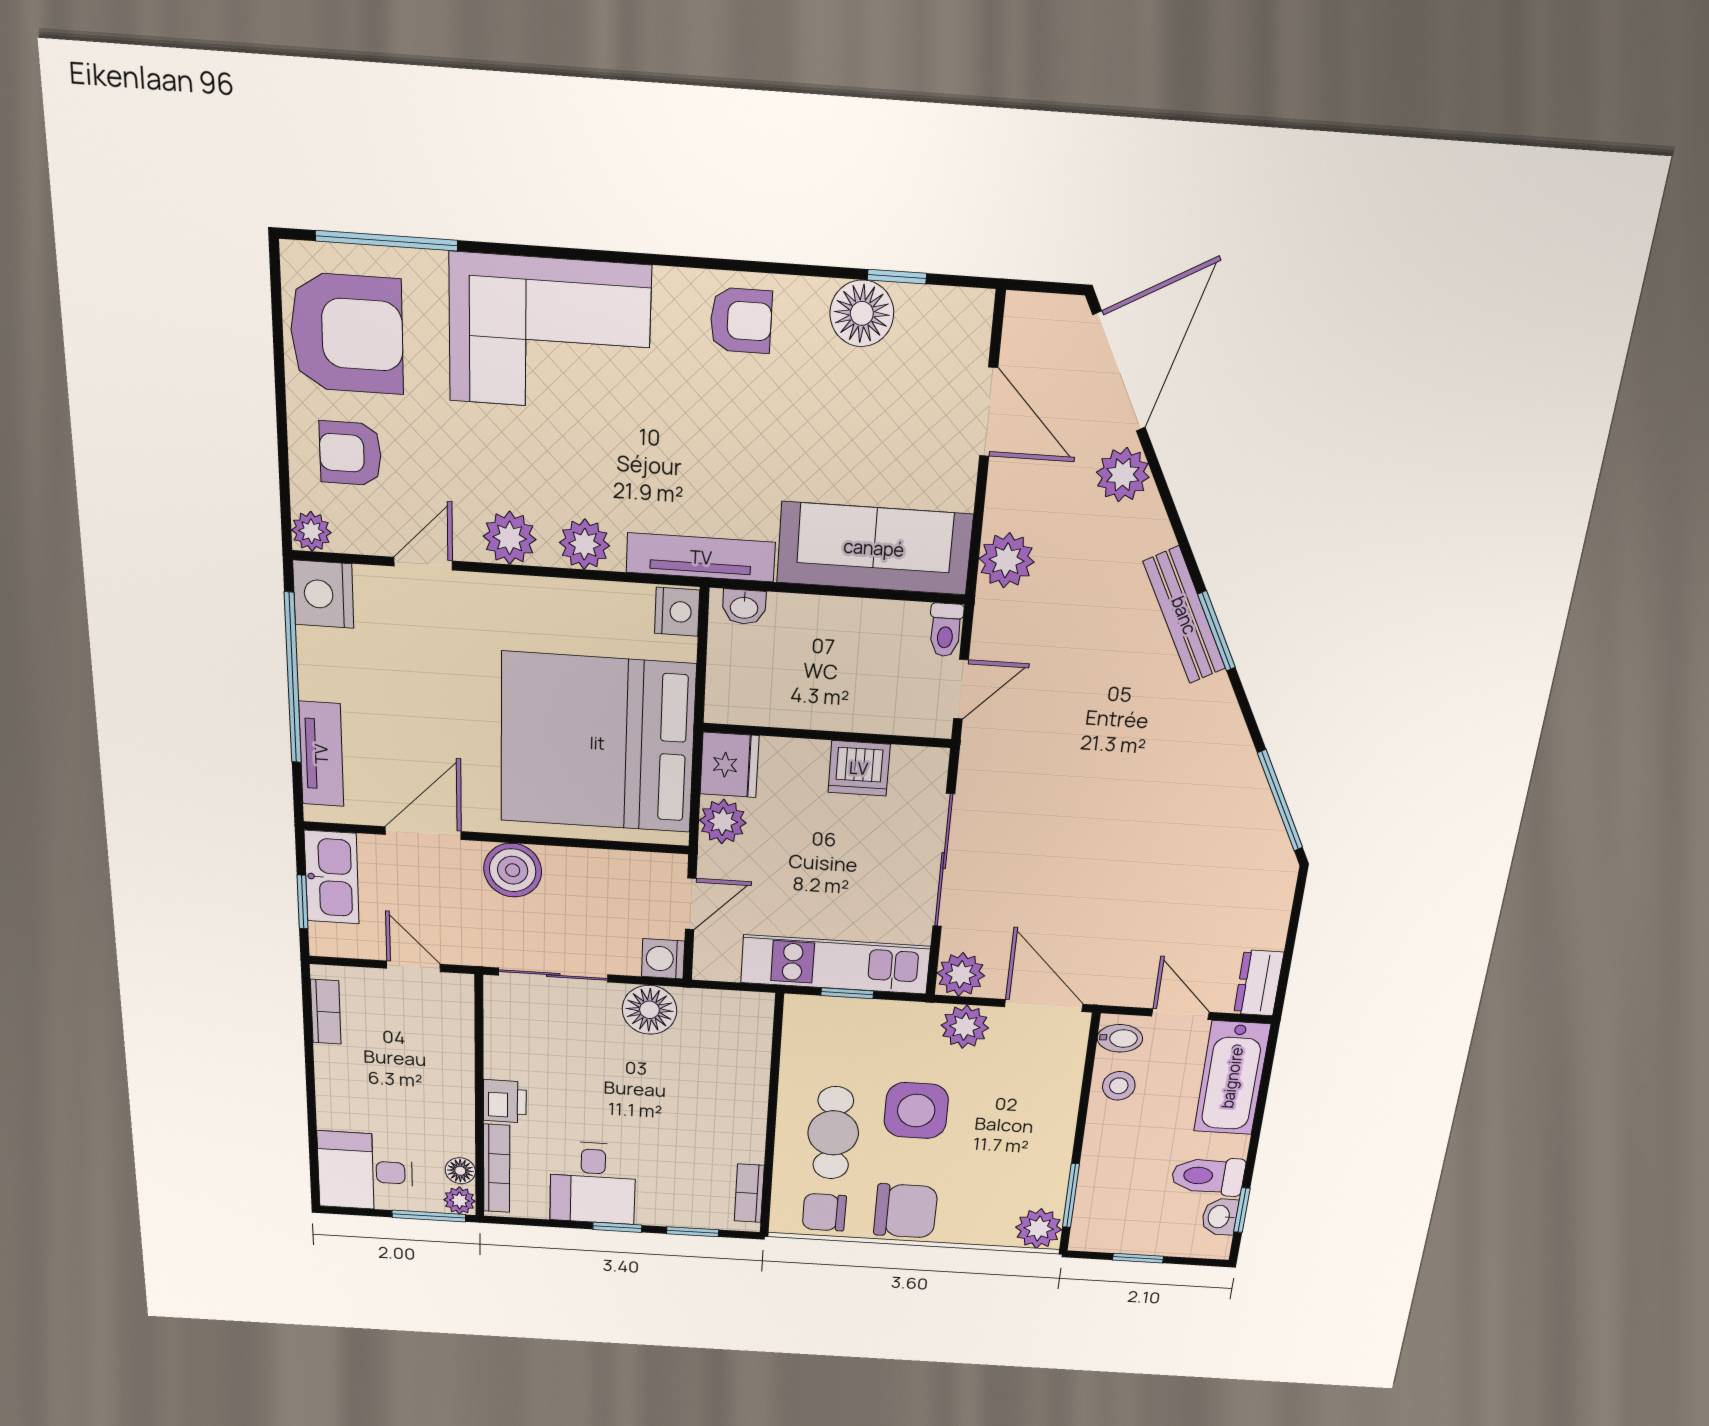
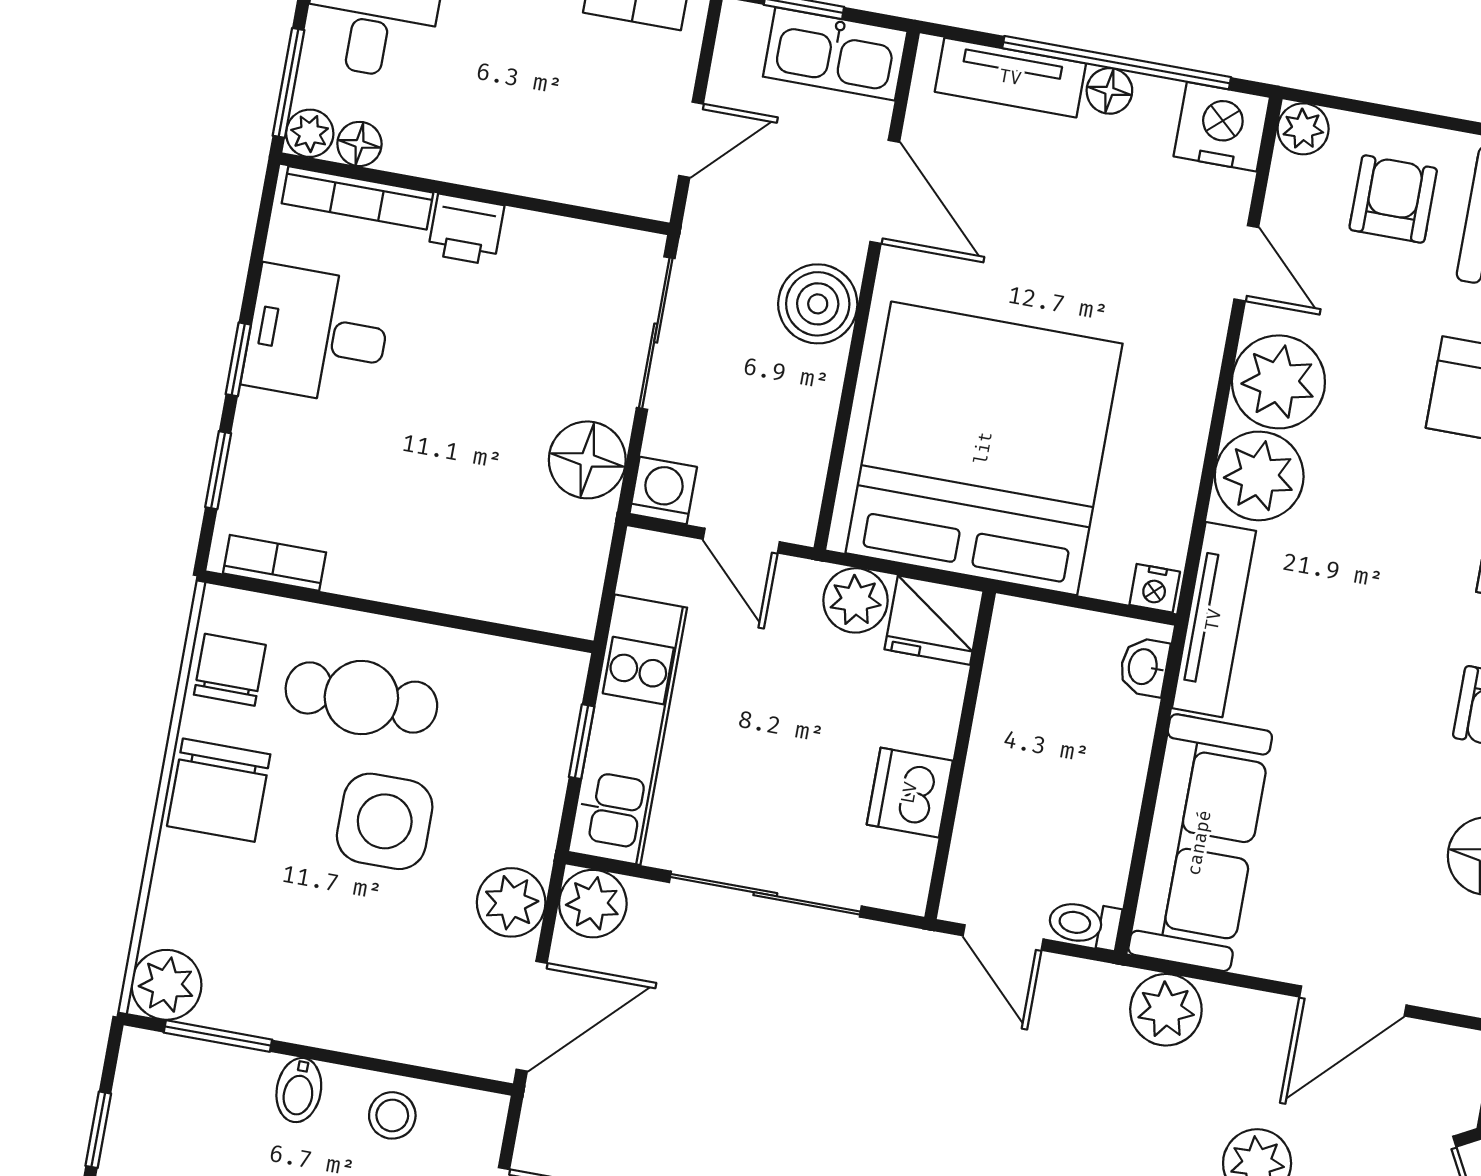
plant: (510, 538) -> (1278, 382), width x1.36, depth x1.36
plant: (585, 544) -> (1259, 476), width x1.36, depth x1.36
nightstand: (677, 612) -> (1155, 588), width x0.72, depth x0.74
floor lamp: (315, 681) -> (1109, 91), added
bidet: (1120, 1038) -> (299, 1090), moved

